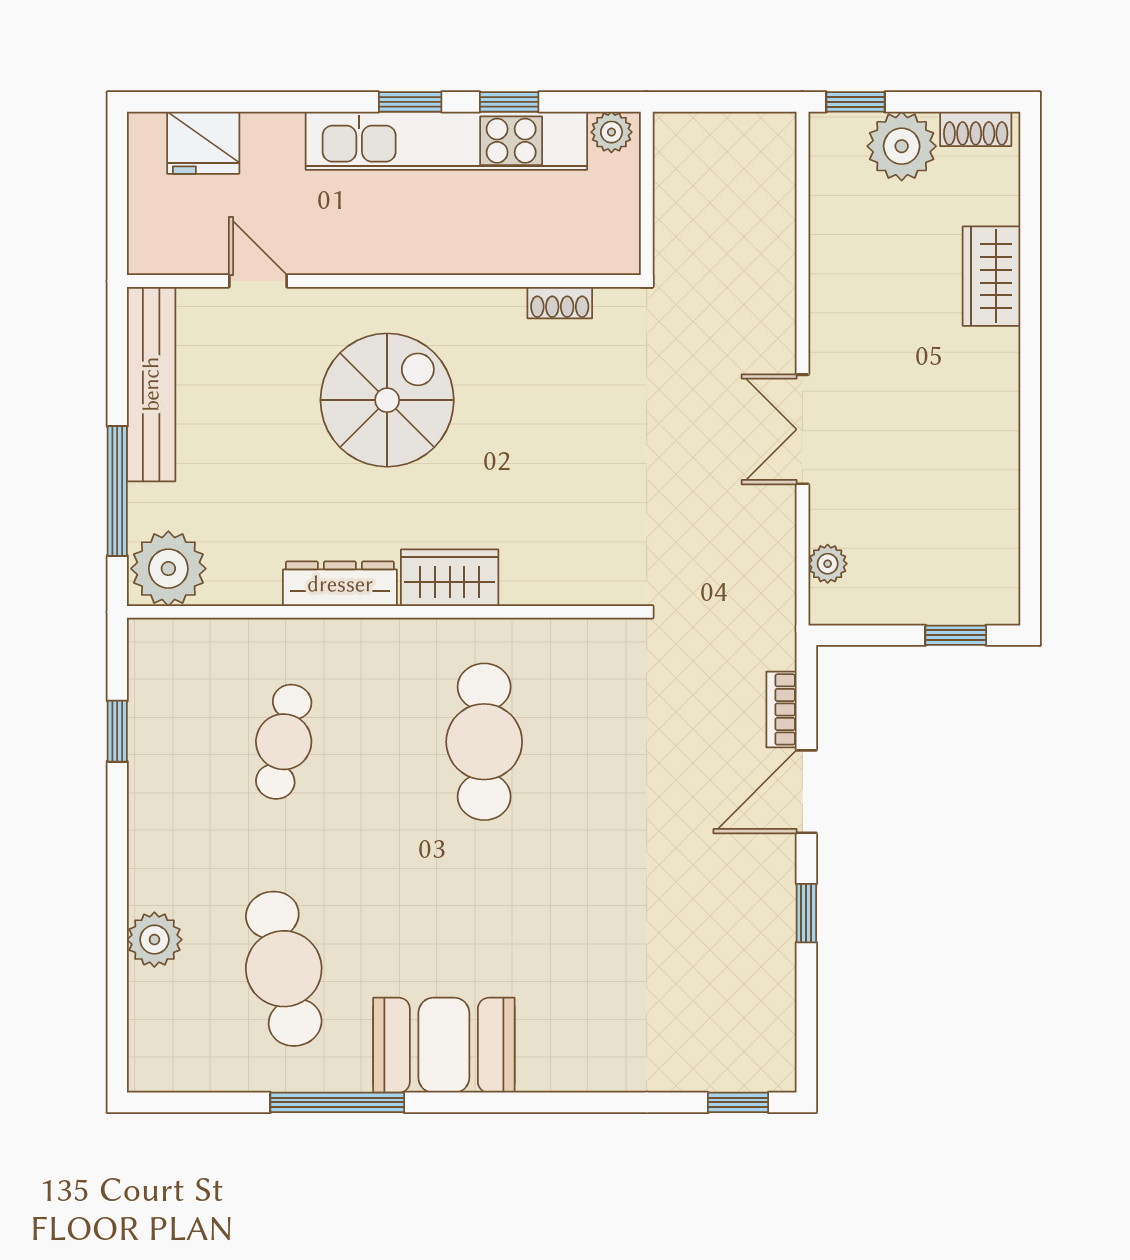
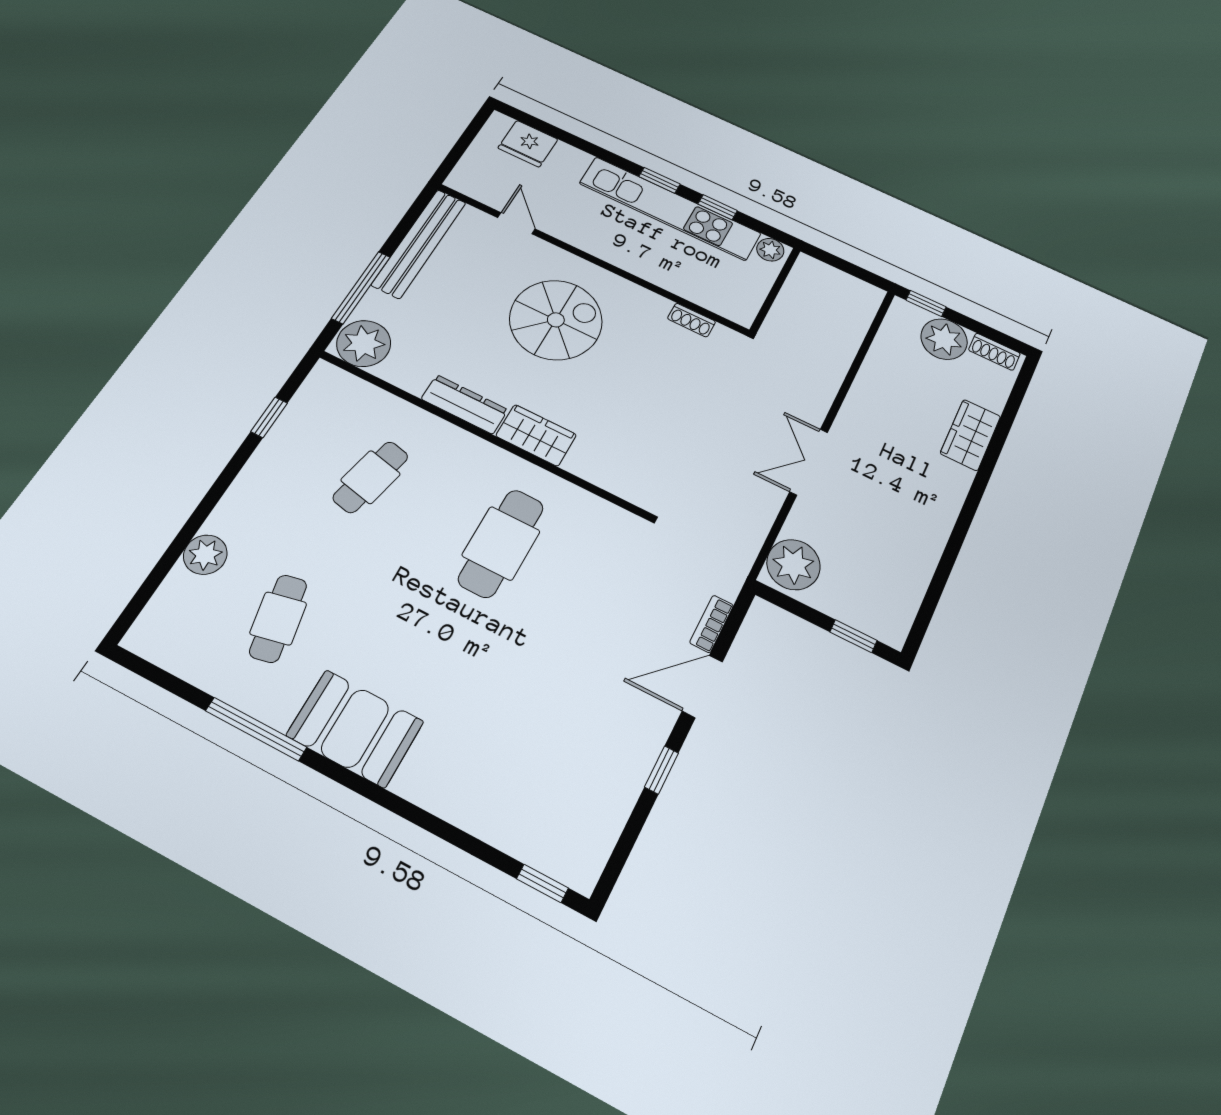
plant: (828, 564) -> (793, 565), width x1.88, depth x1.88
cafe table: (284, 969) -> (278, 618), width x0.73, depth x0.74

